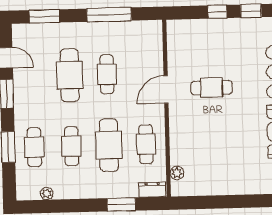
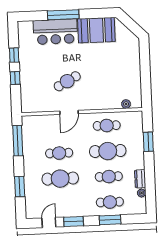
window: (109, 15) -> (18, 141), moved
window: (44, 16) -> (20, 186), moved
cafe table: (212, 88) -> (67, 81), turned 62
door: (166, 90) -> (69, 112), hinge flipped
dresser: (152, 190) -> (140, 179), moved

